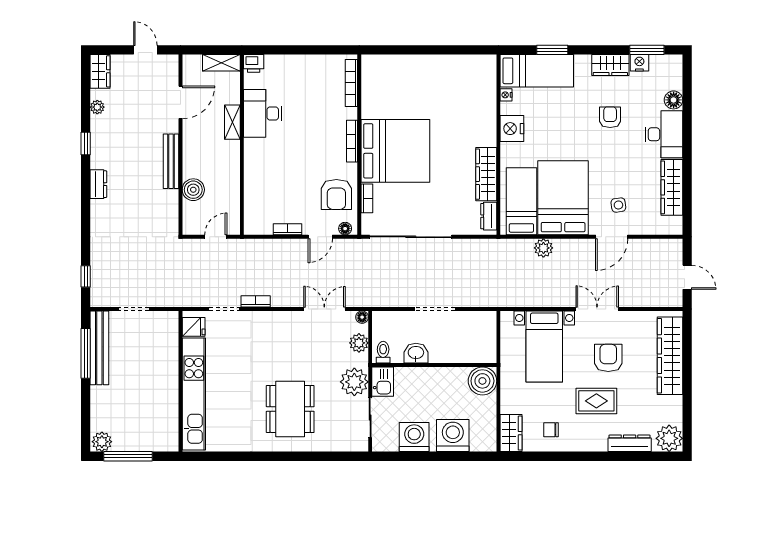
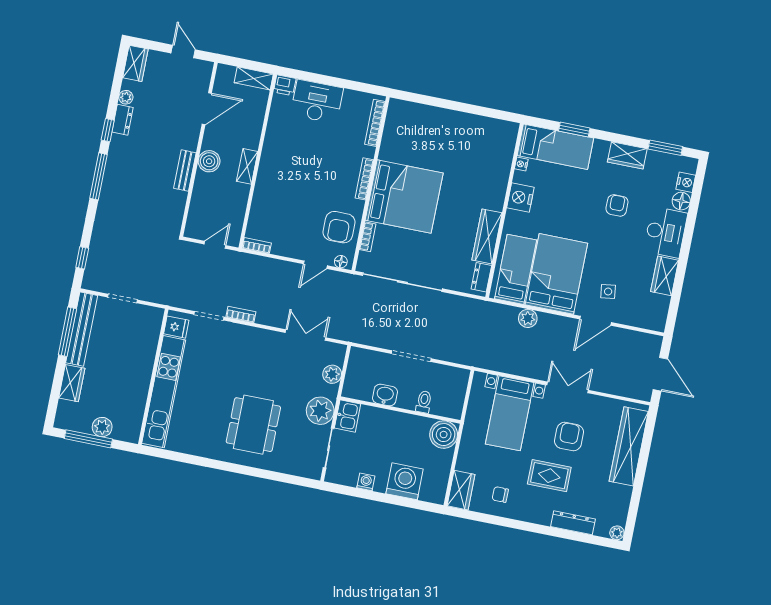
nightstand: (639, 63) -> (686, 182), moved, turned 90
desk: (263, 113) -> (317, 102), moved, turned 90
shelving: (232, 122) -> (247, 166), moved
bench: (171, 161) -> (185, 171), width x0.73
dresser: (98, 184) -> (122, 120), moved
wardrobe: (672, 187) -> (665, 276), width x0.67
boiler: (193, 190) -> (209, 161), moved
window: (86, 192) -> (98, 176), added
bookcase: (287, 229) -> (257, 246), moved
door: (687, 277) -> (660, 374), width x1.38
floor lamp: (362, 317) -> (340, 350), removed
toilet: (383, 352) -> (424, 402), moved
wardrobe: (100, 404) -> (72, 383), added
washing machine: (414, 437) -> (366, 482), width x0.53, depth x0.53
plant: (669, 438) -> (617, 533), width x0.53, depth x0.53
plant: (102, 442) -> (102, 427), moved

